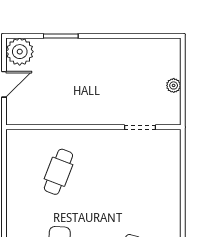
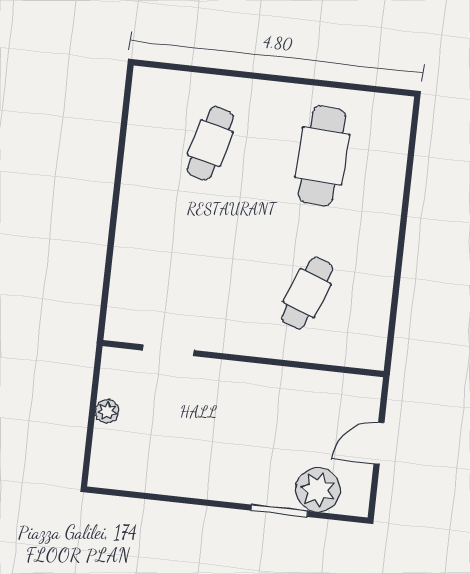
plant: (20, 52) -> (318, 490), moved

